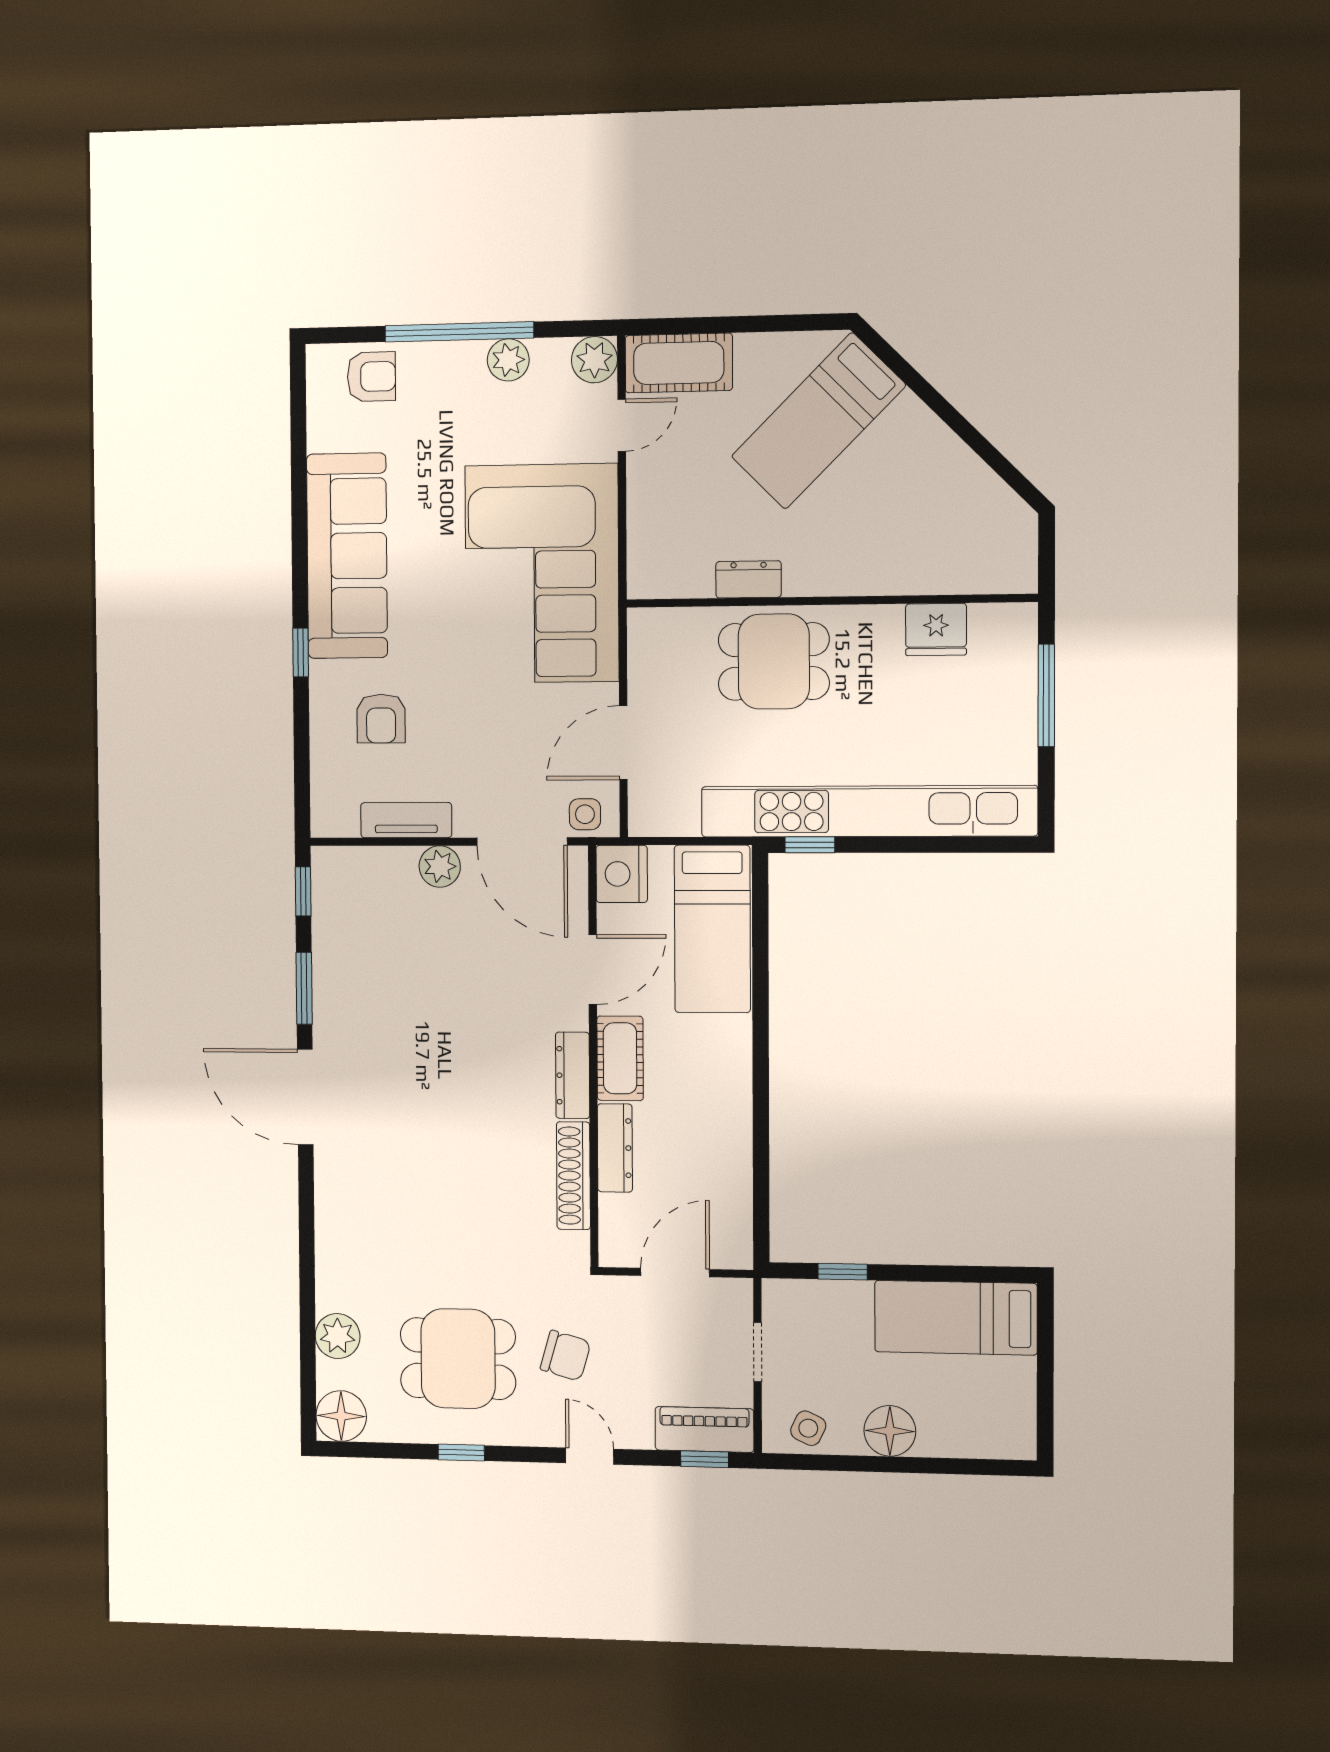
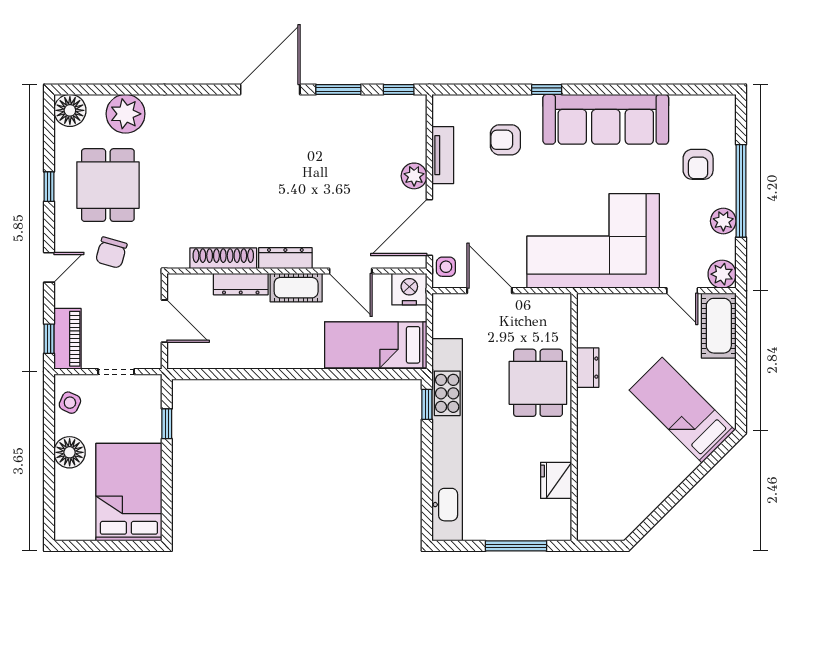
armchair: (371, 377) -> (698, 164), moved
bed: (956, 1318) -> (129, 492), width x1.50
plant: (338, 1336) -> (126, 114), width x1.36, depth x1.36

